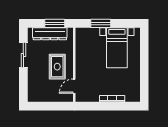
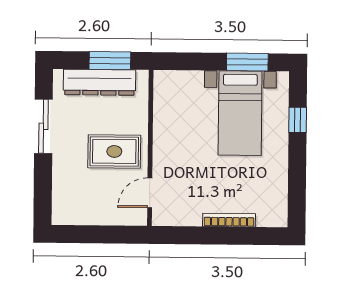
window: (101, 23) -> (247, 62), moved
window: (144, 51) -> (298, 120), added
rug: (57, 67) -> (114, 151), turned 90

